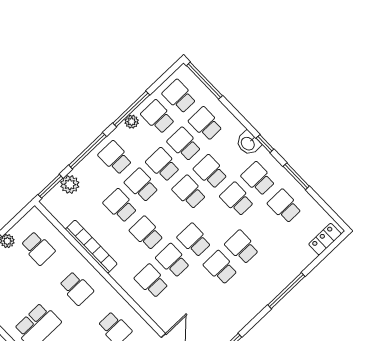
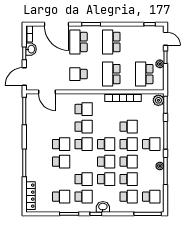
school desk: (158, 117) -> (151, 179), removed
plant: (70, 184) -> (158, 100), moved
school desk: (146, 233) -> (106, 144), moved
locker: (325, 239) -> (30, 196), width x1.53
school desk: (38, 248) -> (144, 74), width x1.85
school desk: (76, 288) -> (111, 74), width x1.85

